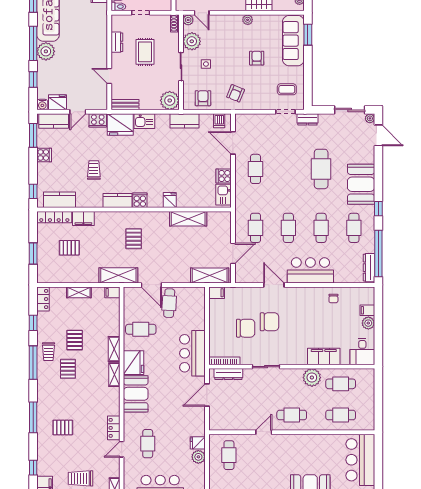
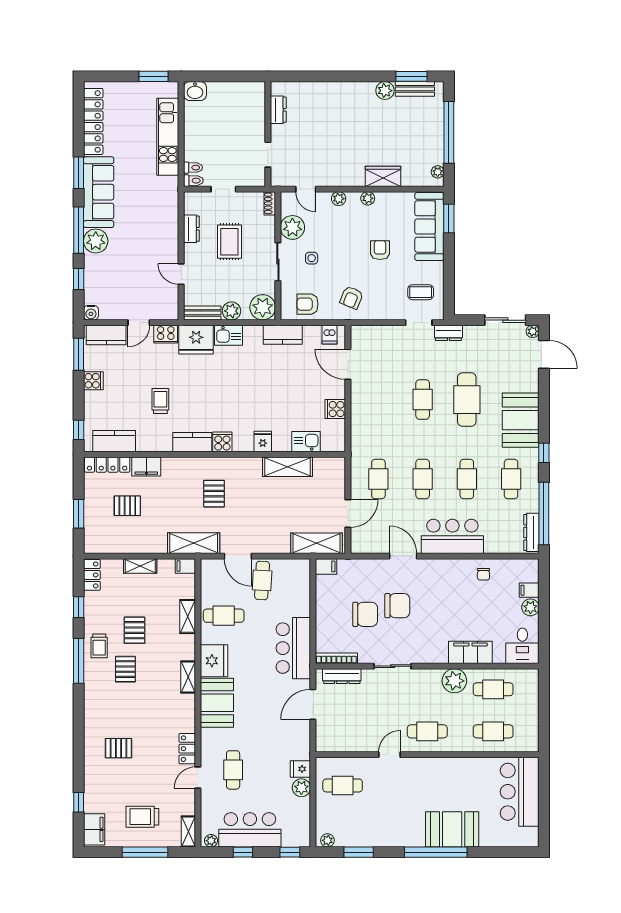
plant: (188, 20) -> (339, 199), moved
armchair: (203, 98) -> (308, 304), turned -90
fridge: (58, 102) -> (112, 310), removed
plant: (147, 103) -> (231, 311), added
cafe table: (256, 169) -> (423, 400), moved
kitchen sink: (224, 195) -> (306, 442), moved, turned 90
shelving: (114, 349) -> (188, 616), moved
window: (33, 417) -> (79, 734), removed
cafe table: (229, 455) -> (343, 785), turned 90

